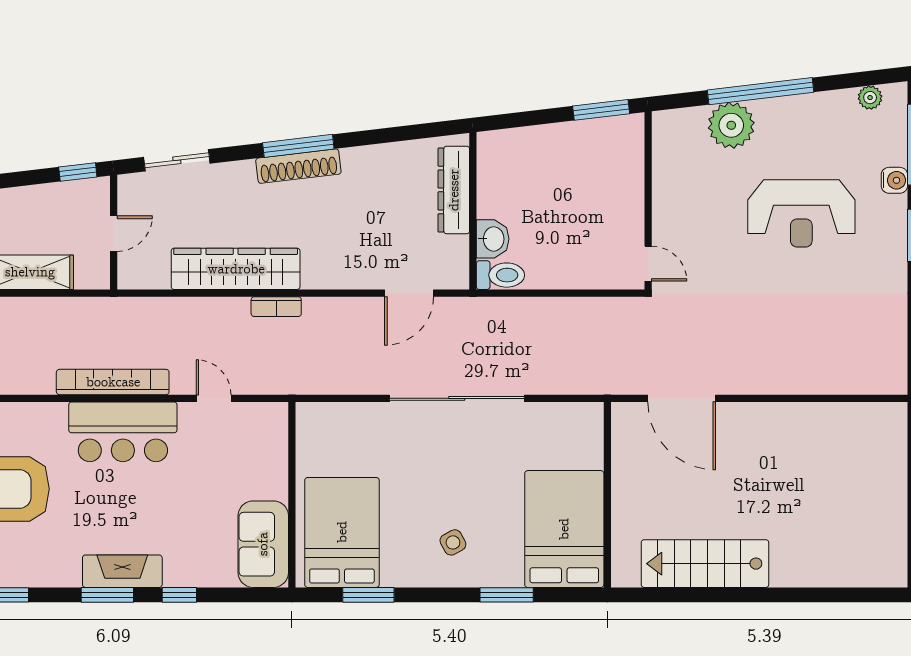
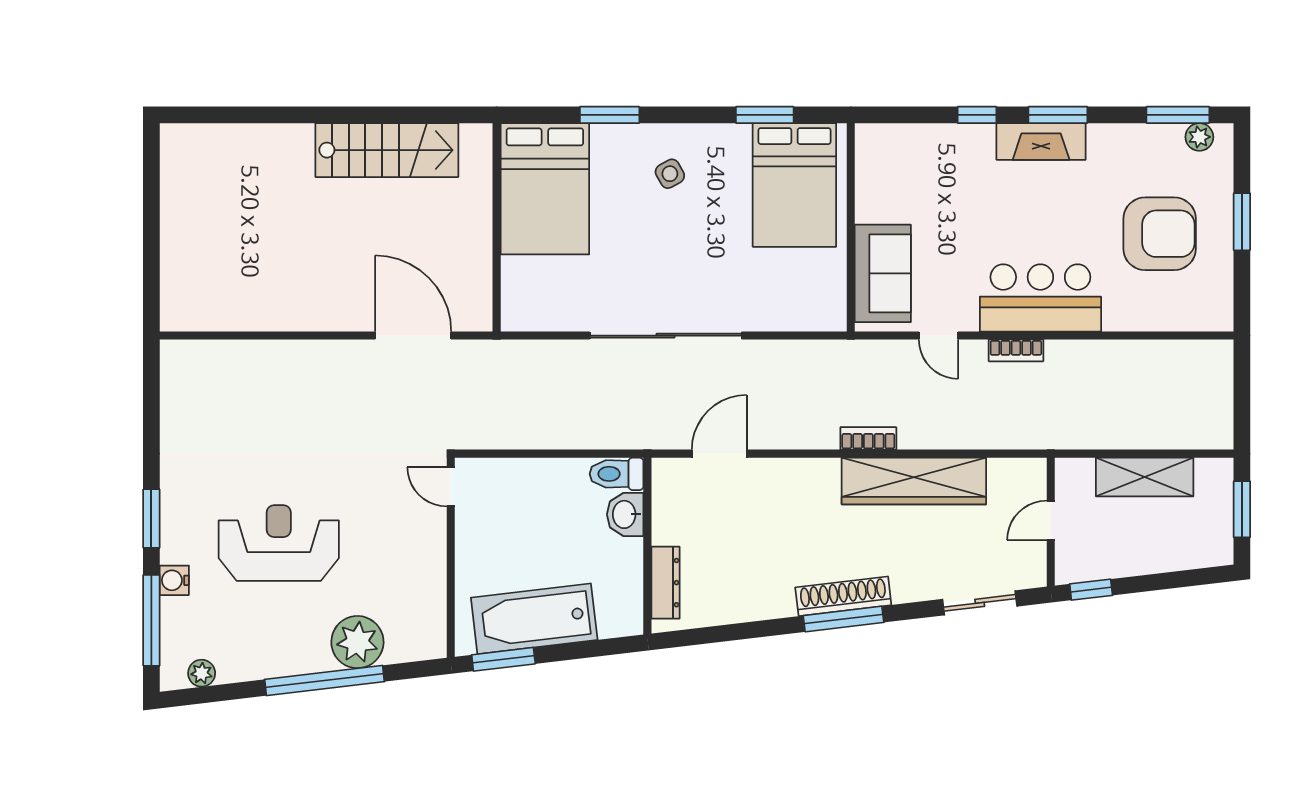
bathtub: (574, 146) -> (534, 619), added
dresser: (454, 190) -> (665, 583), width x0.73, depth x0.80
bookcase: (113, 382) -> (1016, 350), width x0.43, depth x0.76
sofa: (263, 544) -> (883, 273), moved

